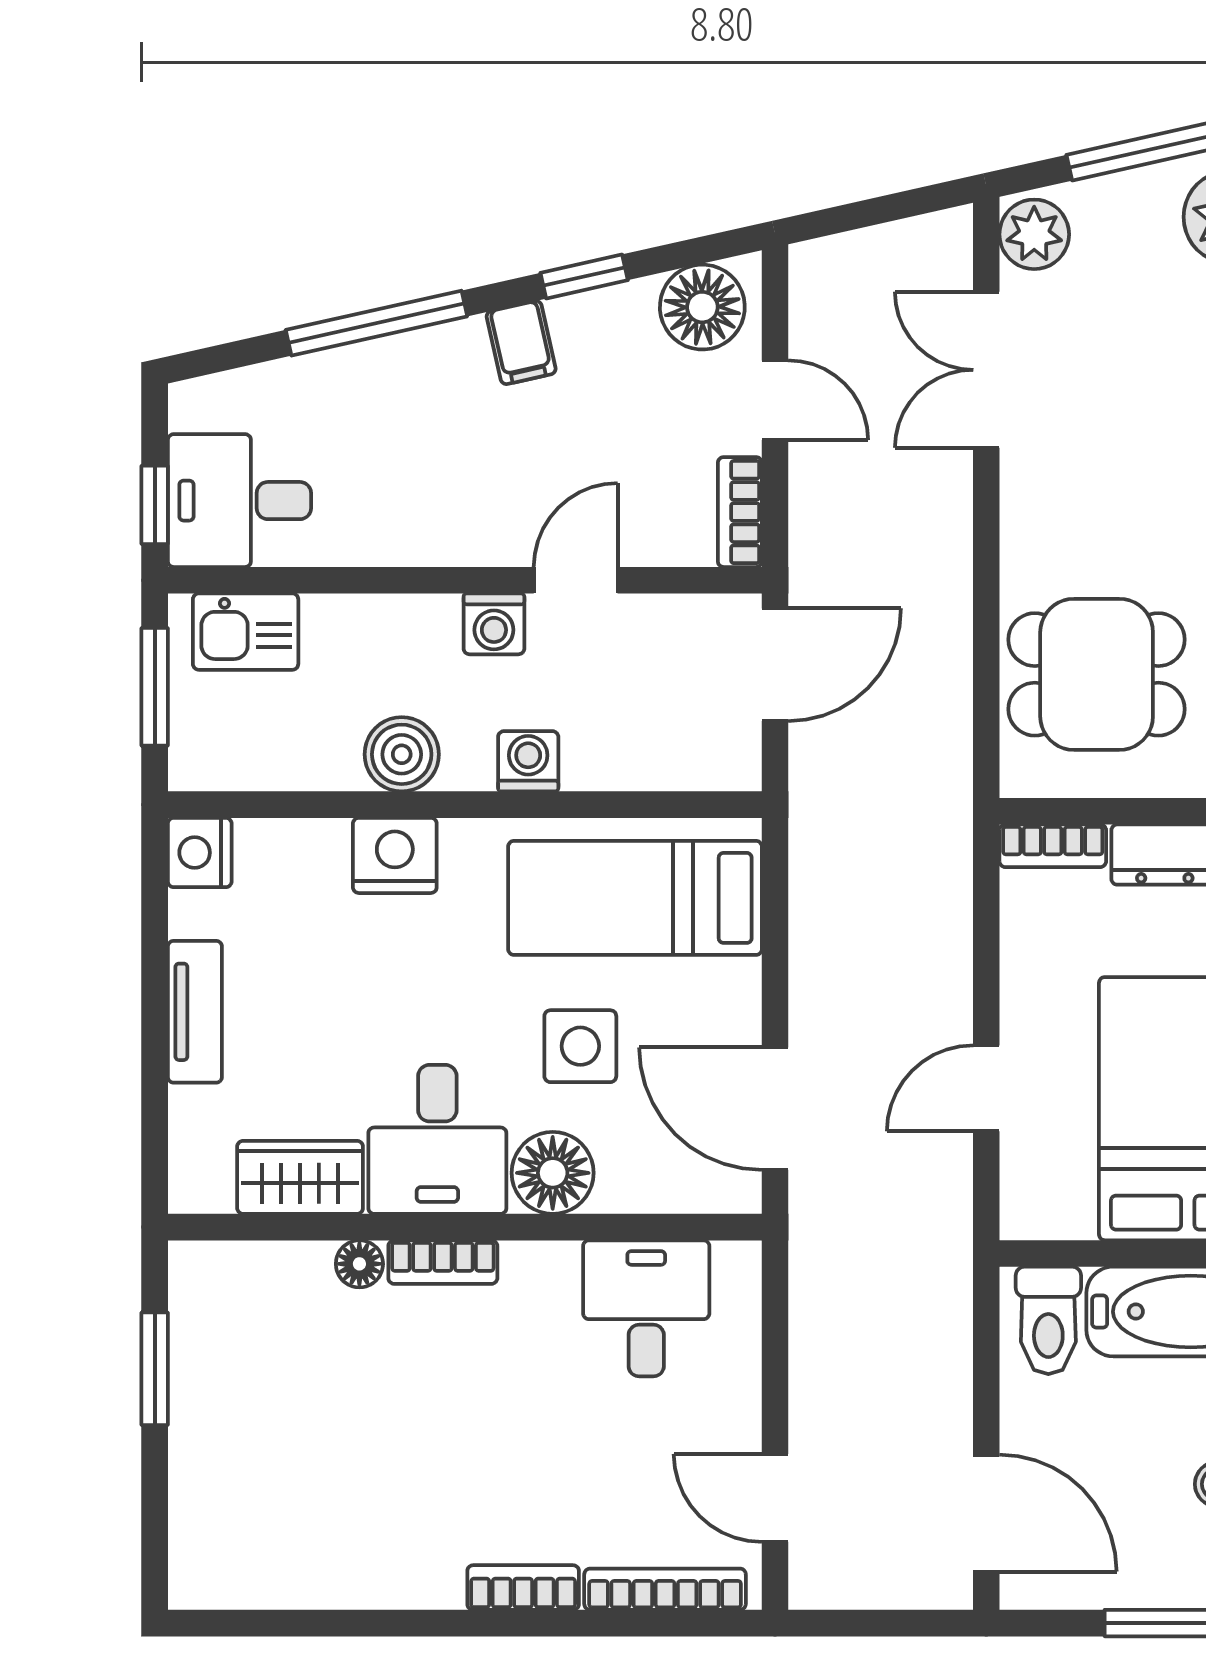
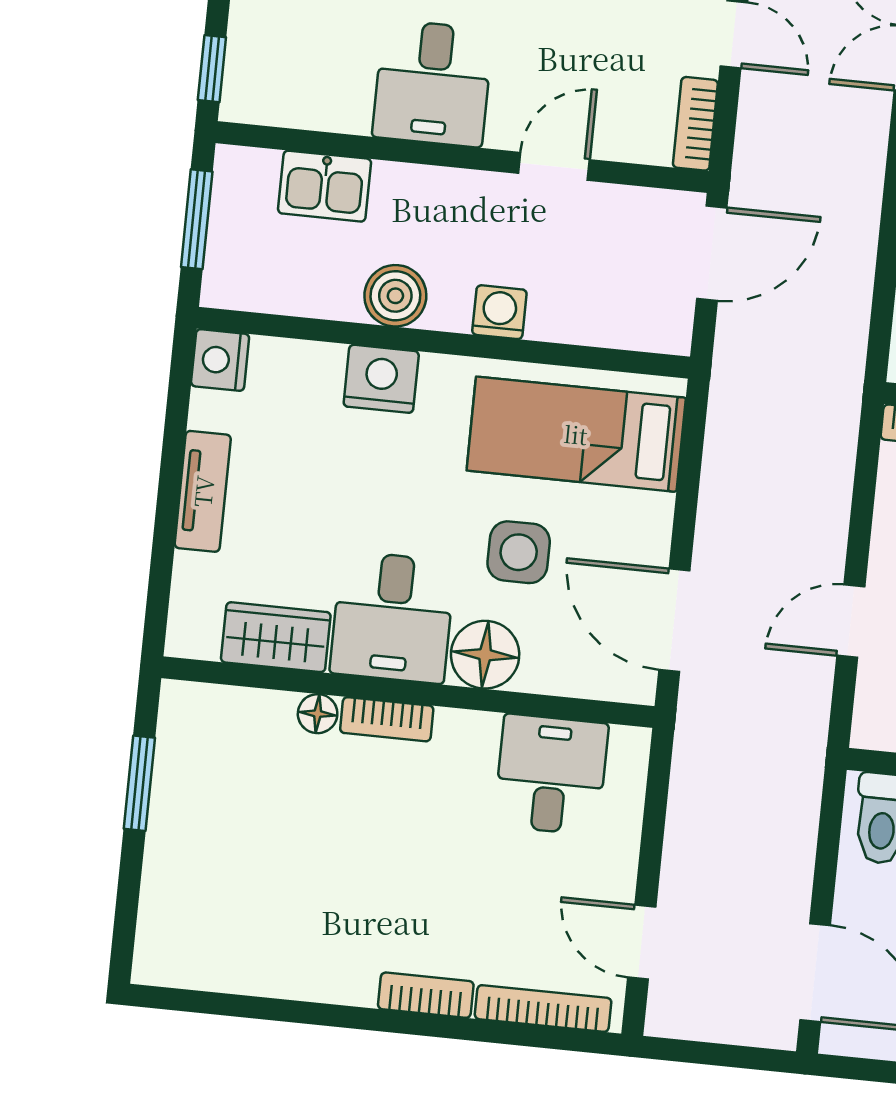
desk: (239, 501) -> (433, 83), moved, turned -90
washing machine: (494, 624) -> (483, 196), removed
kitchen sink: (246, 632) -> (325, 186), moved

